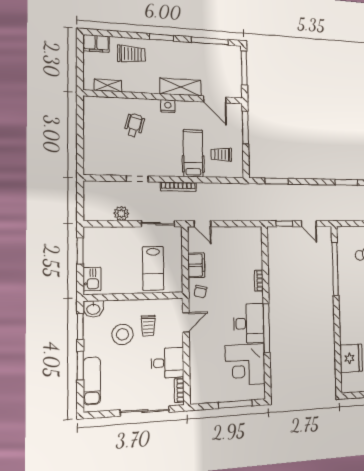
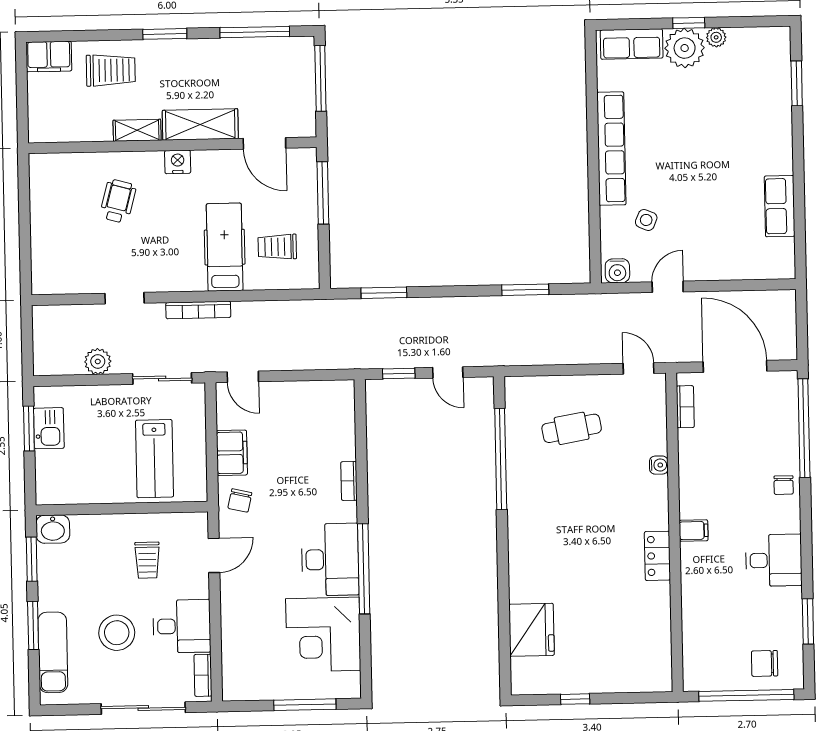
shelving: (108, 85) -> (137, 130), moved
kitchen sink: (92, 279) -> (49, 428), moved
stool: (123, 334) -> (117, 633), moved

